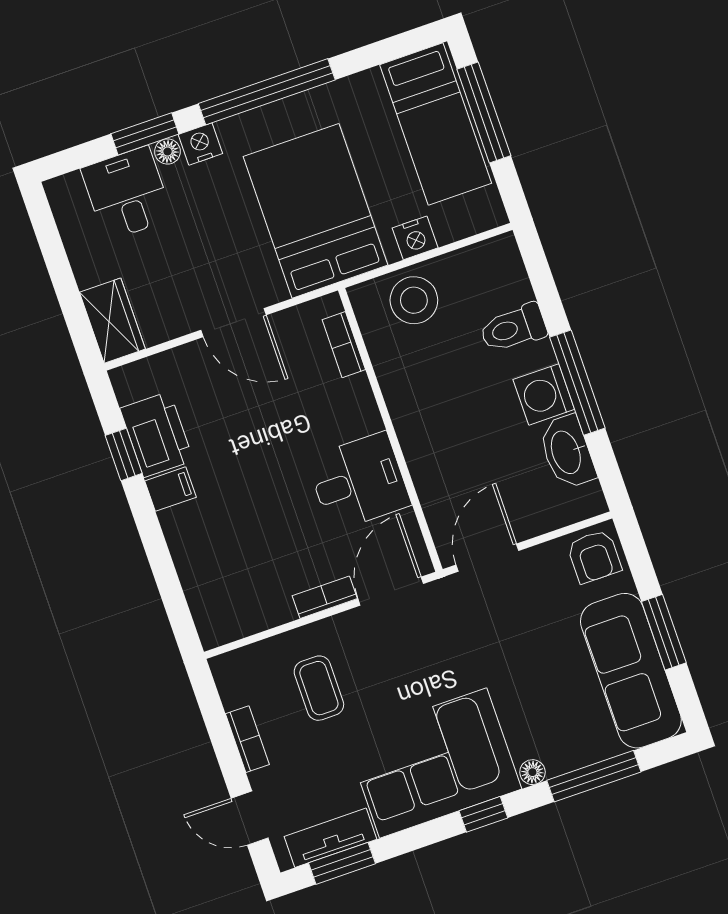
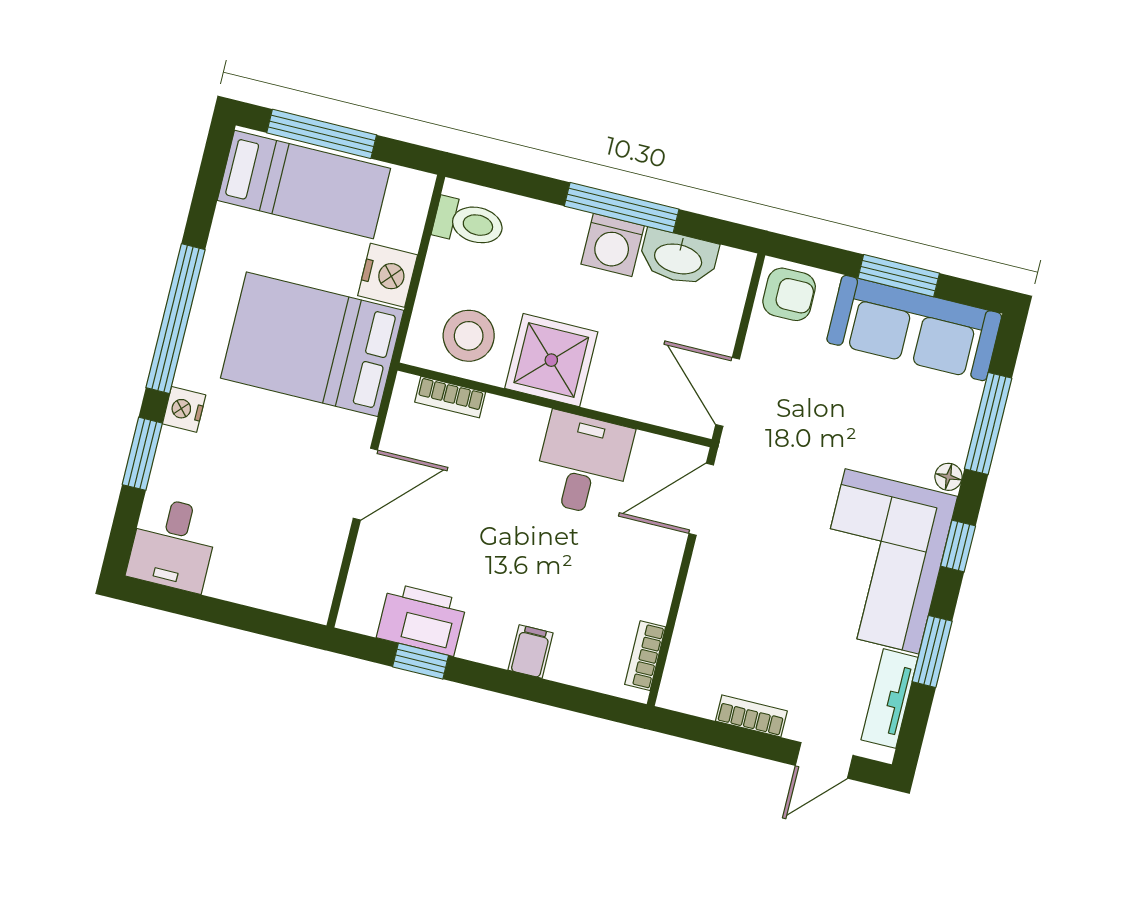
floor lamp: (168, 152) -> (172, 444), removed
desk: (127, 193) -> (173, 544), moved, turned -90
nightstand: (415, 238) -> (388, 275), width x1.36, depth x1.33
stool: (414, 300) -> (469, 336), moved
wardrobe: (112, 321) -> (293, 593), removed
toilet: (513, 328) -> (469, 223), moved, turned -90
shower: (423, 405) -> (551, 360), added
filing cabinet: (171, 489) -> (531, 652), moved
door: (391, 591) -> (701, 499), hinge flipped
bookcase: (325, 597) -> (645, 656), moved
coffee table: (319, 688) -> (747, 621), removed
window: (342, 863) -> (932, 651), moved

